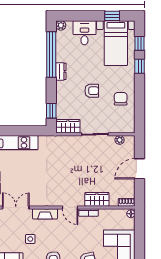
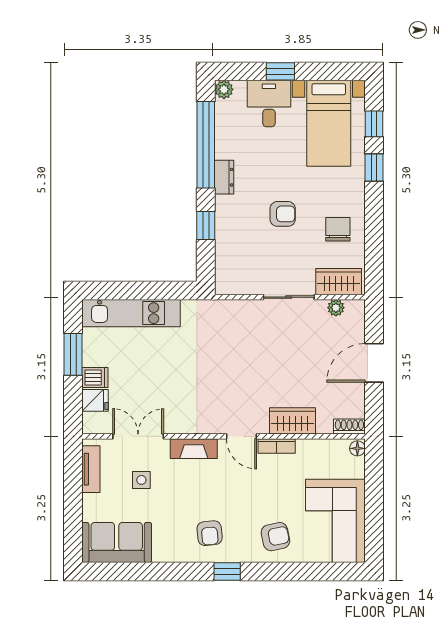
window: (112, 16) -> (280, 71), moved
window: (51, 111) -> (206, 226), moved
wardrobe: (68, 126) -> (339, 282), moved
side table: (30, 239) -> (141, 480), moved

